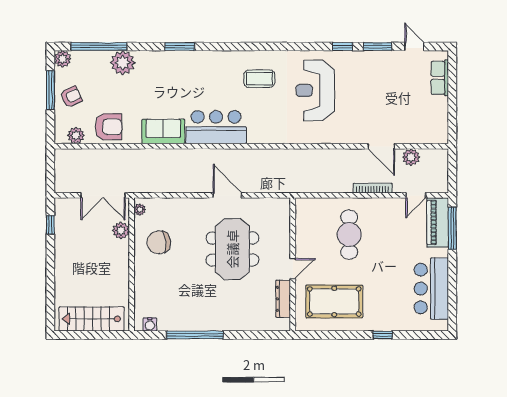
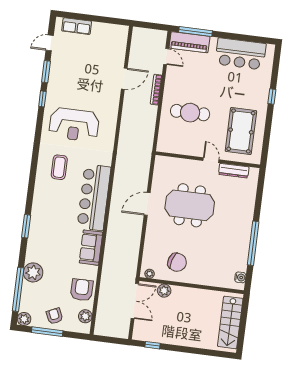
bar counter: (216, 127) -> (94, 197), width x1.36
plant: (411, 157) -> (136, 57), removed
chair: (159, 242) -> (177, 262), turned -66

